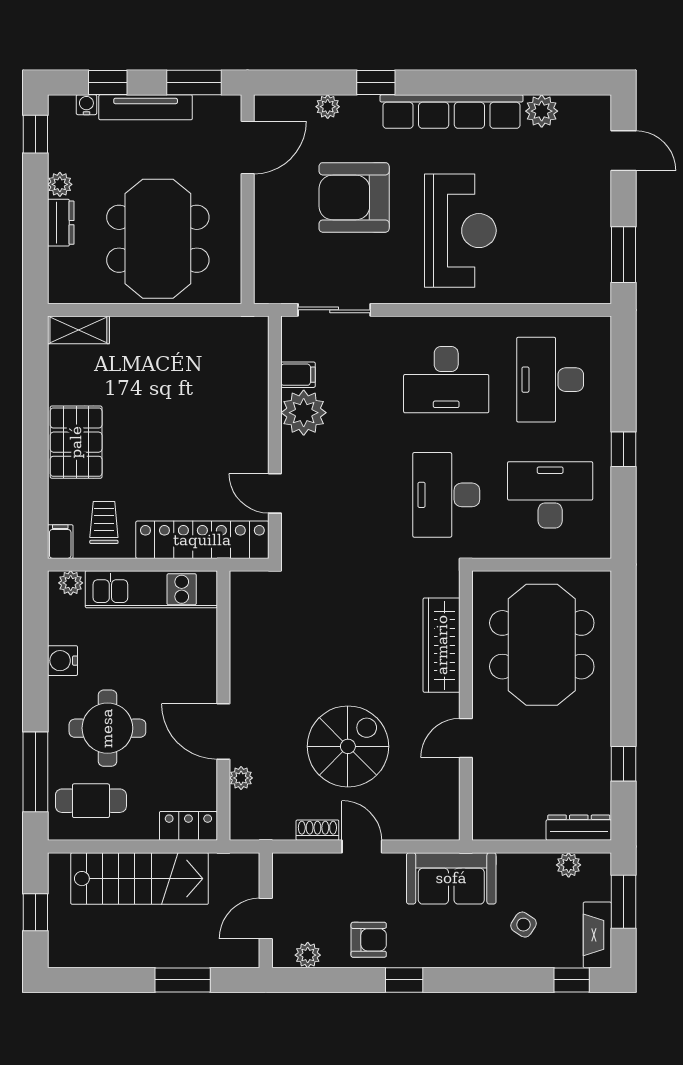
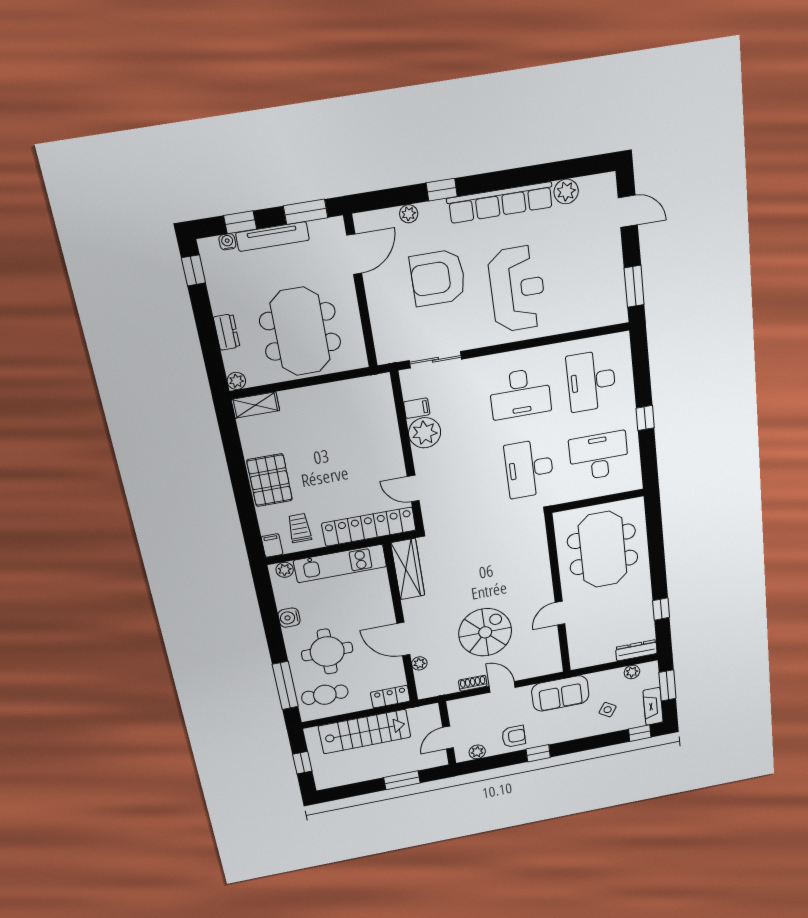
plant: (60, 184) -> (236, 381), moved
wardrobe: (442, 645) -> (408, 569), moved, turned 180

